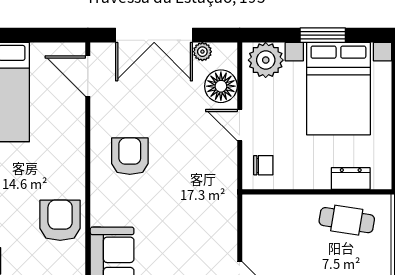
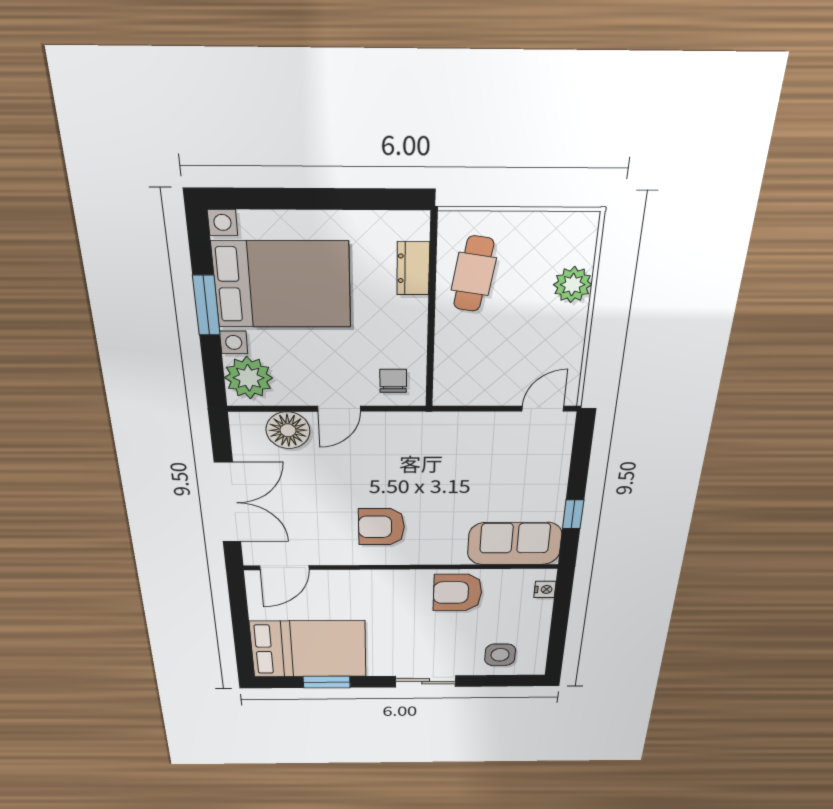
plant: (202, 52) -> (244, 451), removed

